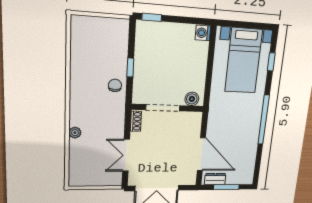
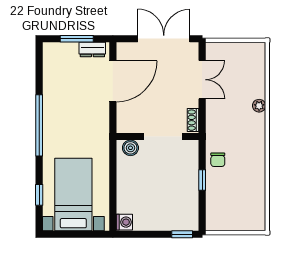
door: (201, 154) -> (113, 81), swing flipped

